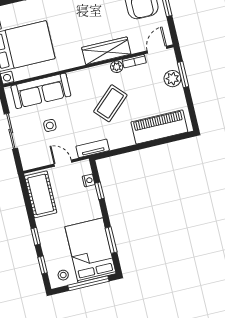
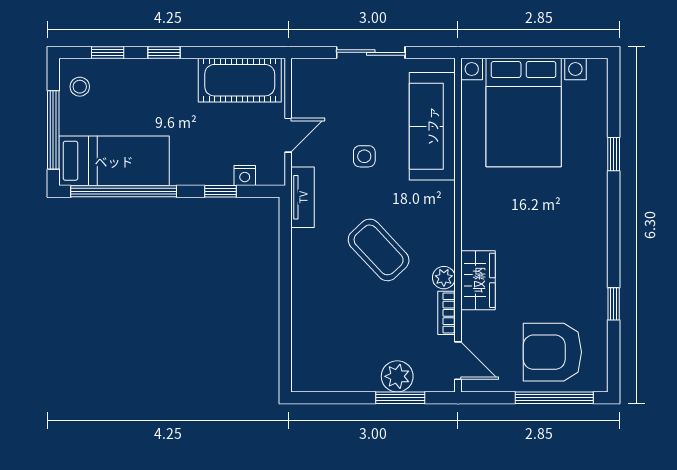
wardrobe: (106, 51) -> (478, 280), width x0.67
side table: (50, 125) -> (364, 156), moved
piano: (159, 127) -> (313, 331), removed
window: (111, 240) -> (124, 191), width x2.11
bed: (90, 250) -> (114, 161), width x0.67

